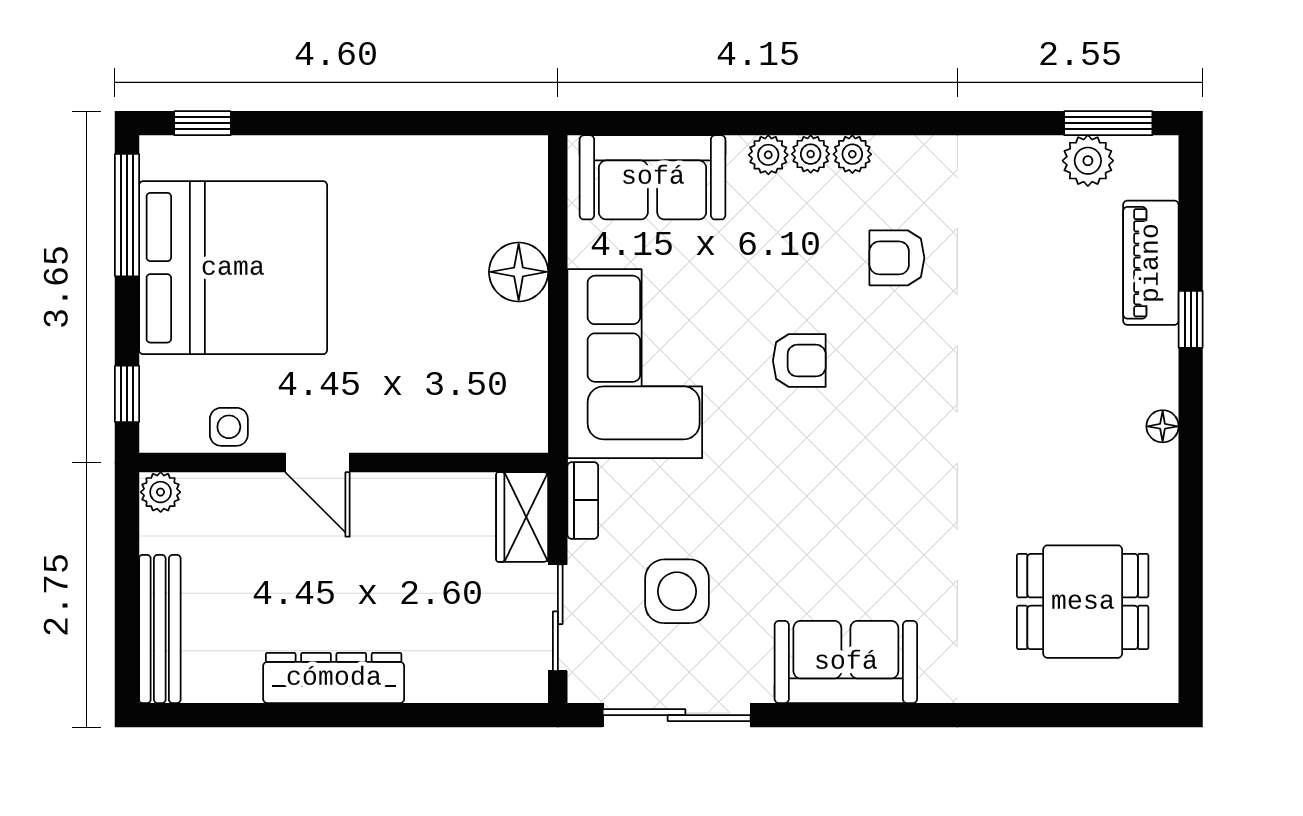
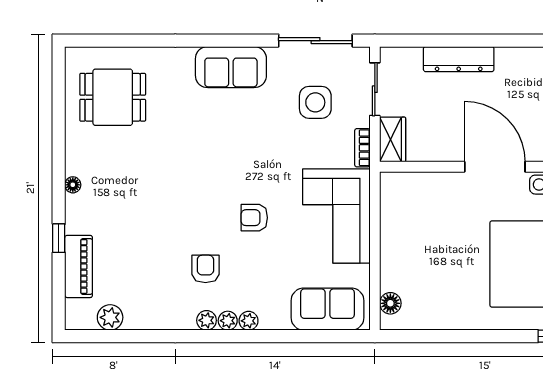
window: (1108, 123) -> (100, 336), removed
plant: (768, 155) -> (207, 320), moved
armchair: (897, 258) -> (205, 269), turned -90
floor lamp: (519, 272) -> (390, 303), moved, width x0.73, depth x0.73
door: (317, 463) -> (495, 167), width x1.88
dresser: (334, 678) -> (459, 59), moved

